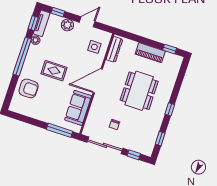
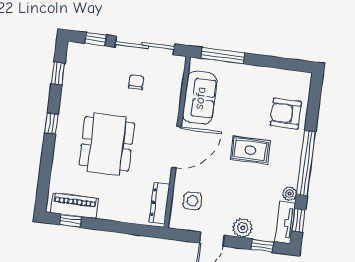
piano: (150, 53) -> (75, 206), moved

